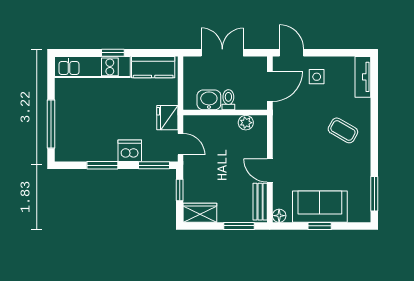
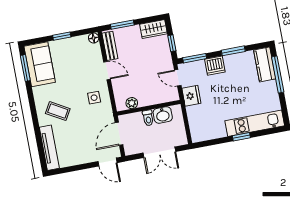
kitchen counter: (153, 67) -> (265, 64), moved, turned -90
side table: (317, 77) -> (94, 98), moved
tv unit: (363, 77) -> (49, 148), width x1.41
sofa: (320, 207) -> (40, 64), moved, turned -90

